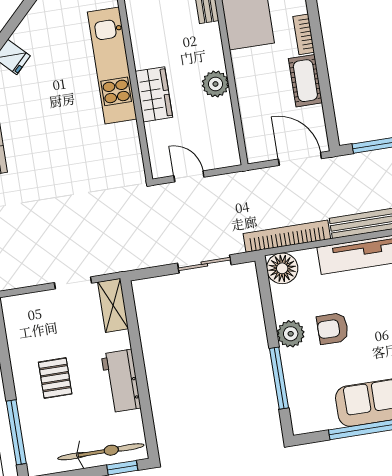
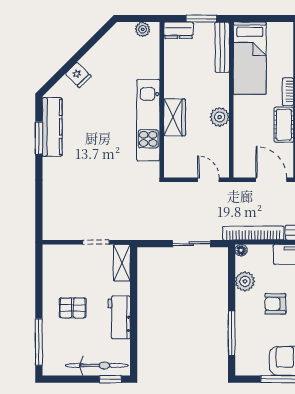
kitchen unit: (112, 66) -> (148, 120), moved
door: (189, 176) -> (208, 180), moved
floor lamp: (282, 268) -> (241, 250), width x0.53, depth x0.53
plant: (291, 334) -> (245, 281), moved
pallet: (55, 378) -> (73, 308), turned 90

